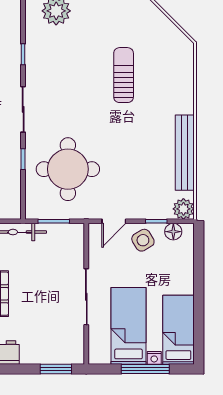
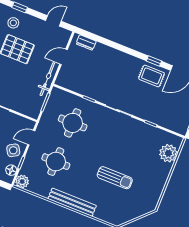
bench: (185, 153) -> (72, 202), moved
round table: (68, 169) -> (73, 123), width x0.73, depth x0.73
round table: (134, 171) -> (56, 162), added
door: (114, 221) -> (31, 138), hinge flipped

